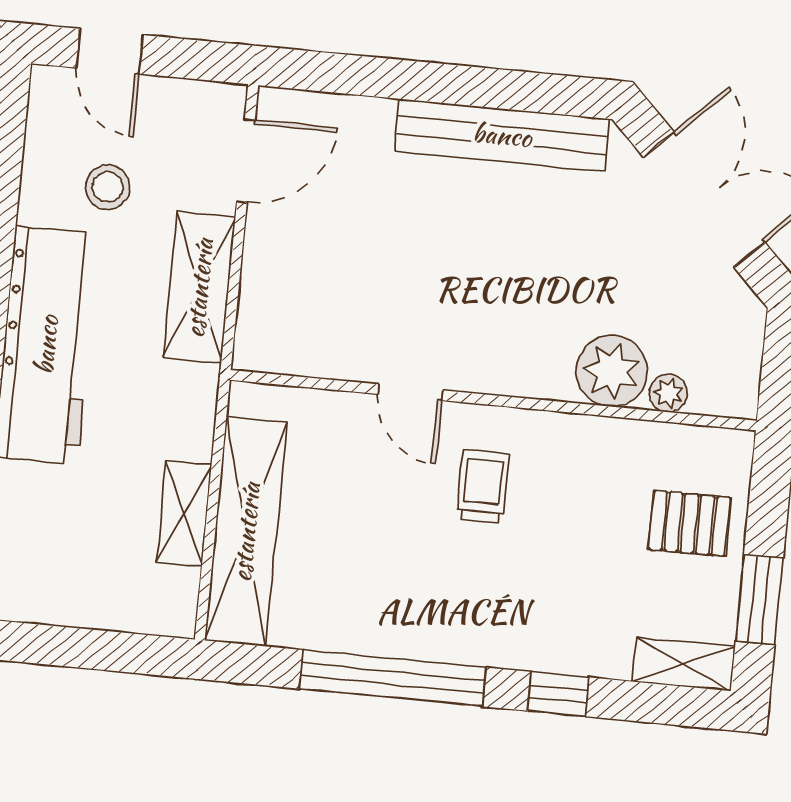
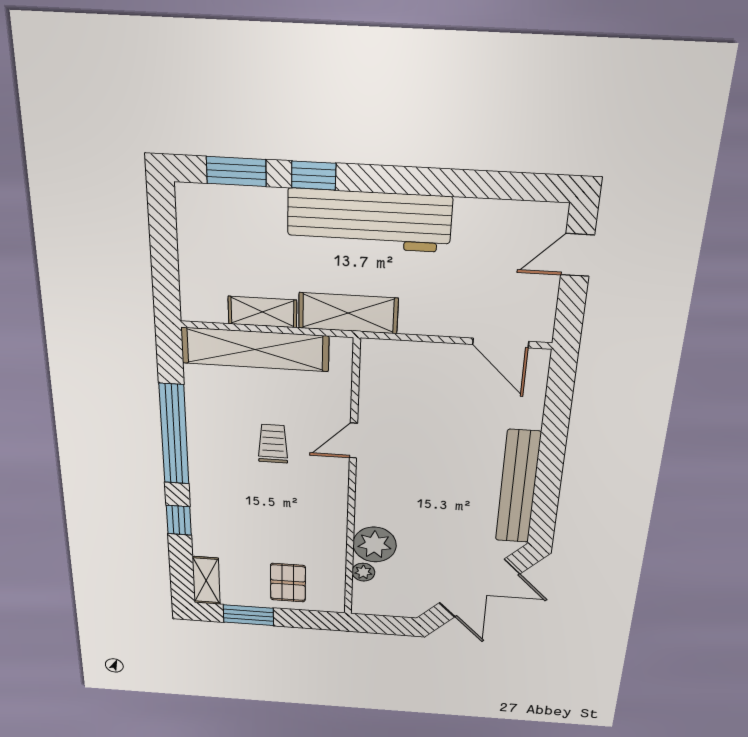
stool: (108, 187) -> (482, 257), removed
shelving: (199, 288) -> (348, 313), moved
trolley: (483, 487) -> (273, 444), moved, turned -90

